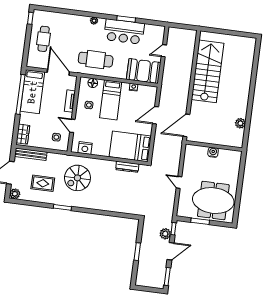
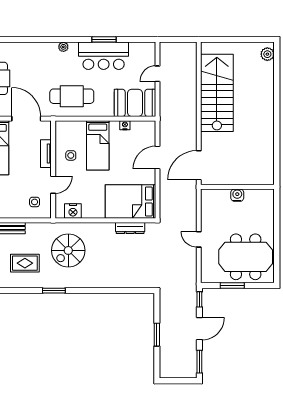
floor lamp: (93, 83) -> (72, 127), removed
plant: (240, 123) -> (267, 54), moved
door: (72, 126) -> (53, 185), swing flipped
plant: (165, 234) -> (190, 307), removed

